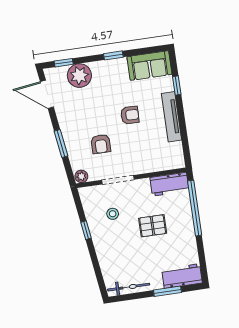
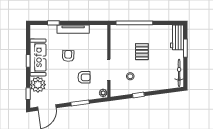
sofa: (149, 66) -> (38, 57), moved, width x1.36
workbench: (169, 184) -> (117, 37), removed

